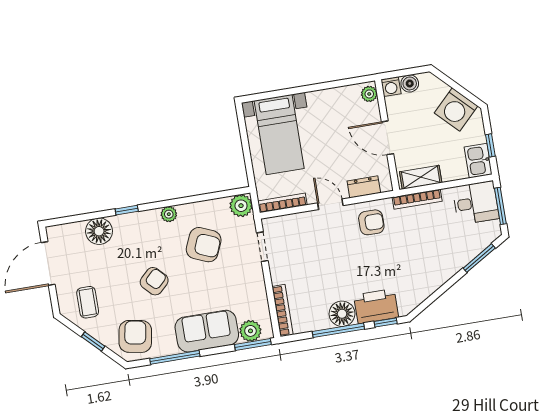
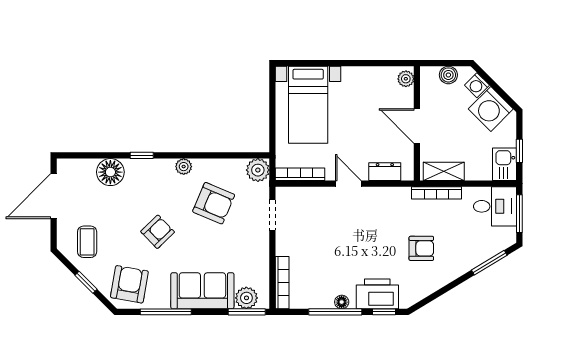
washing machine: (391, 87) -> (477, 85), moved, turned 45
armchair: (371, 222) -> (421, 248), moved
floor lamp: (342, 314) -> (342, 302), width x0.53, depth x0.53

